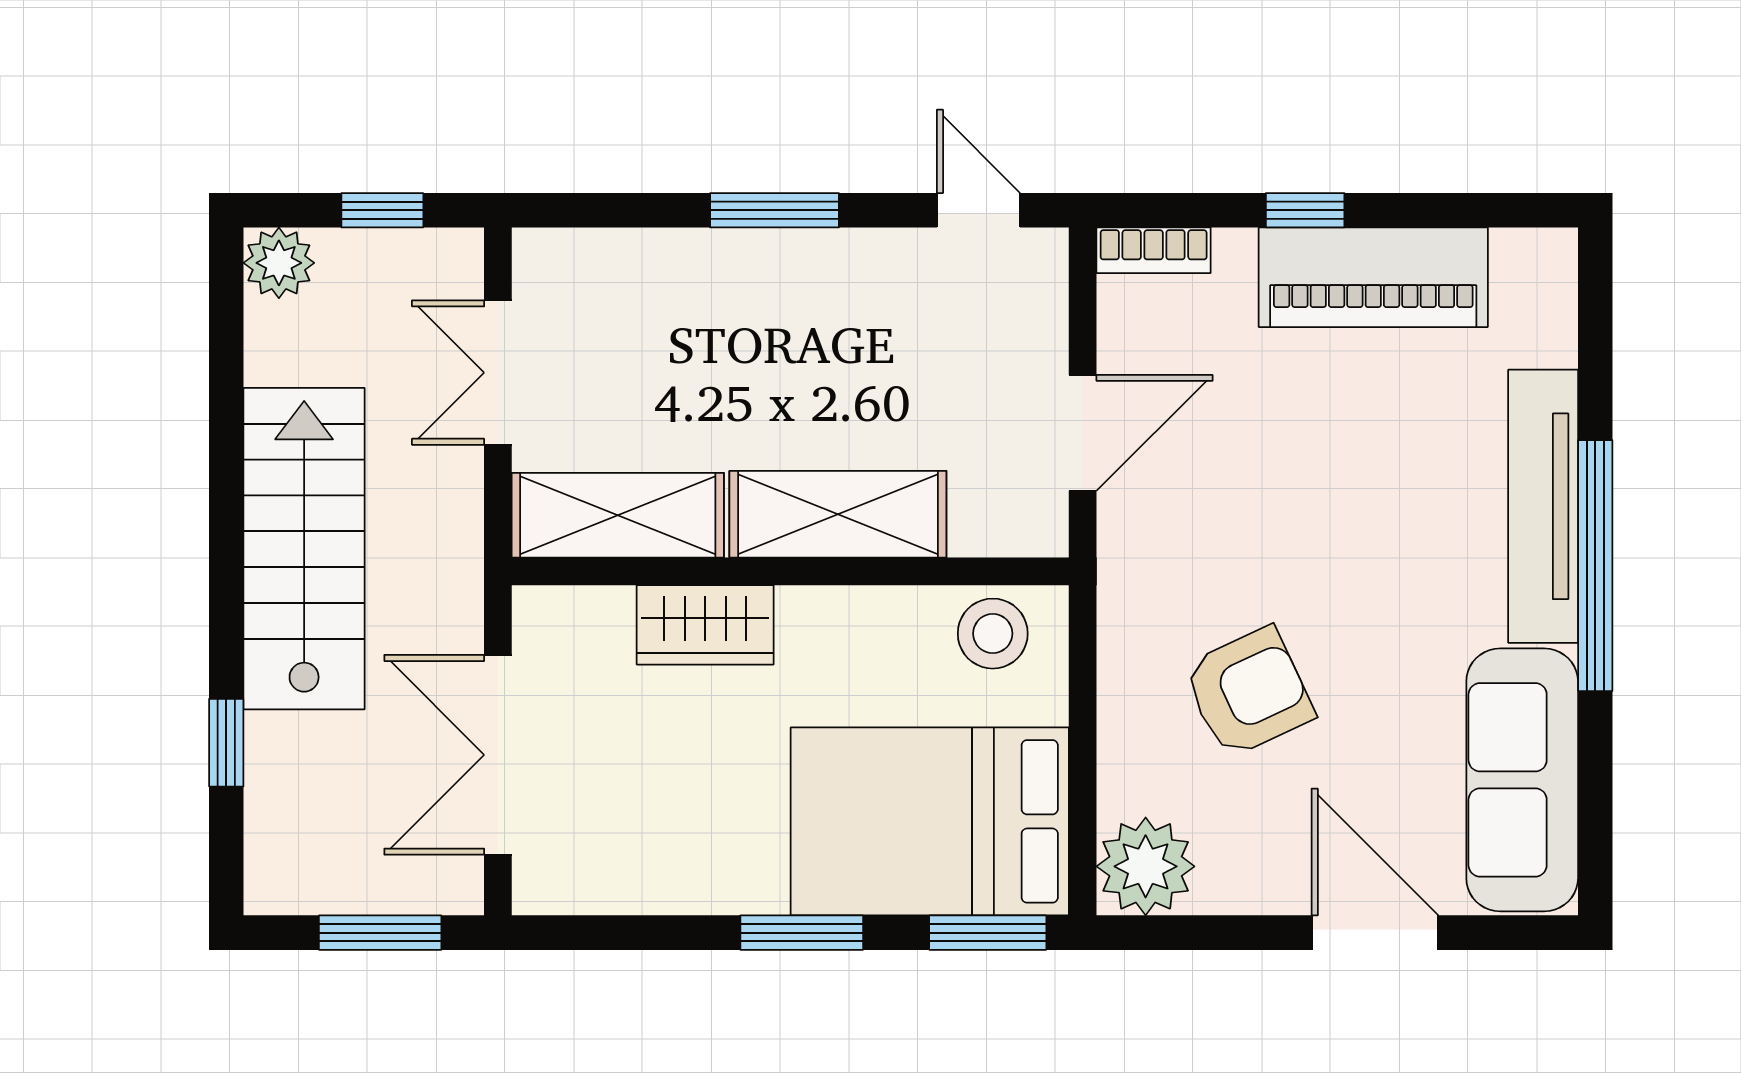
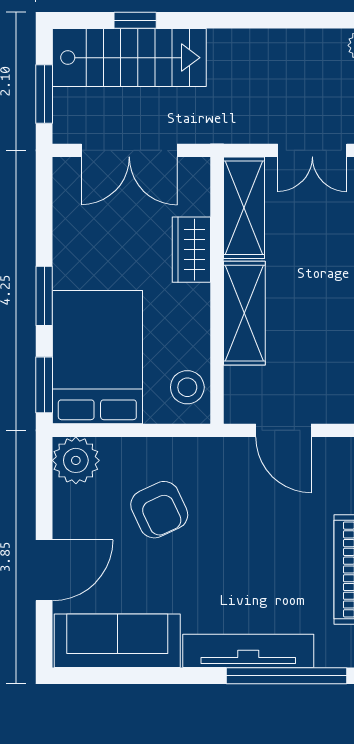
double door: (498, 373) -> (312, 150), swing flipped
stairs: (304, 549) -> (129, 58), moved
window: (1595, 566) -> (286, 676), moved
double door: (498, 755) -> (129, 150), swing flipped

